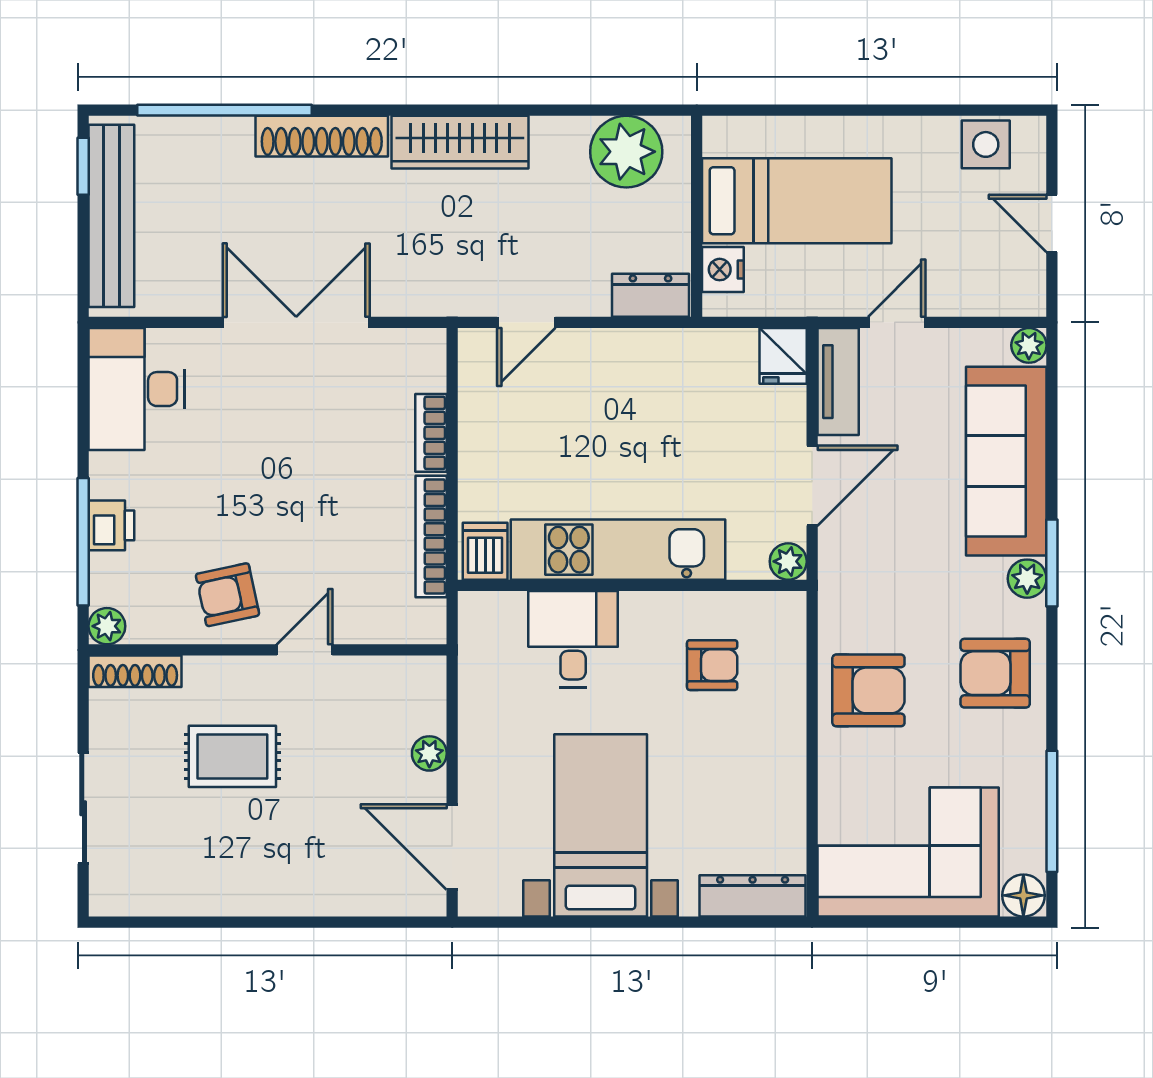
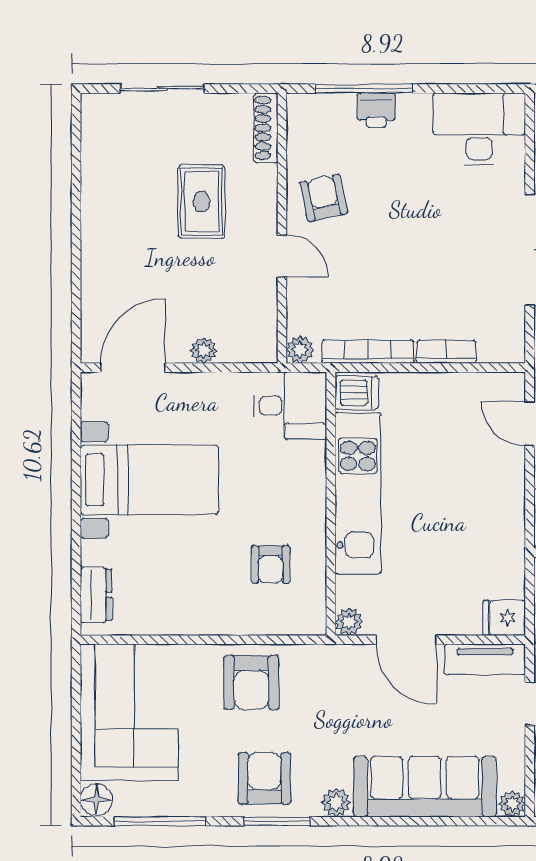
window: (1052, 563) -> (277, 821), moved
plant: (107, 626) -> (300, 350), moved
desk: (573, 639) -> (290, 406), moved
dresser: (753, 896) -> (96, 595), width x0.70

